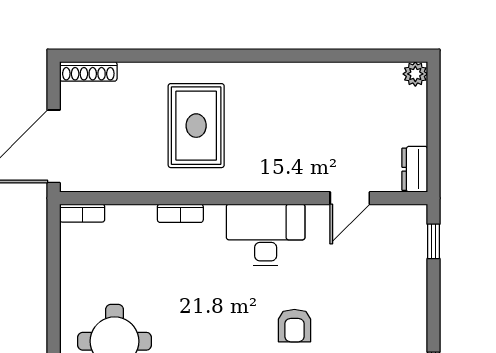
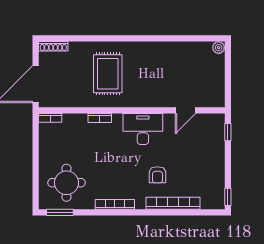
dresser: (415, 169) -> (218, 96), removed

